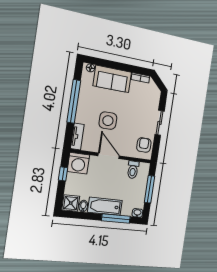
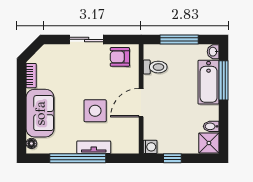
tv unit: (77, 137) -> (94, 147), moved
washing machine: (78, 163) -> (150, 147), width x0.53, depth x0.53
bathtub: (105, 206) -> (209, 82), moved

